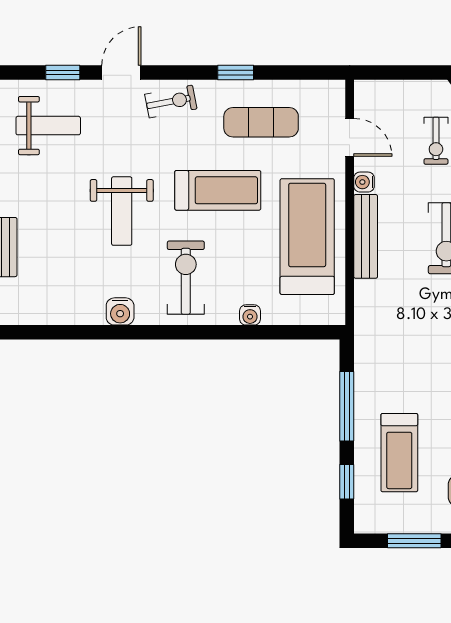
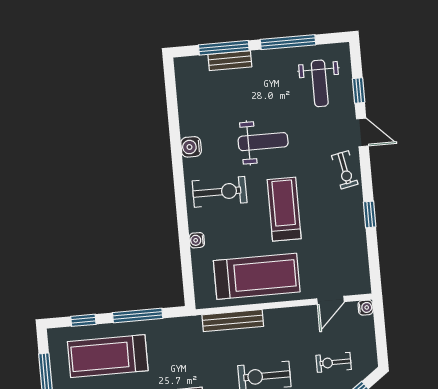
exercise mat: (261, 122) -> (336, 236), removed
water cooler: (364, 182) -> (366, 308), moved, turned 90
treadmill: (218, 190) -> (284, 209), turned 180
weight bench: (122, 211) -> (263, 142), turned 180
bench: (366, 236) -> (233, 321), moved
treadmill: (399, 453) -> (108, 356), width x1.37, depth x1.38

